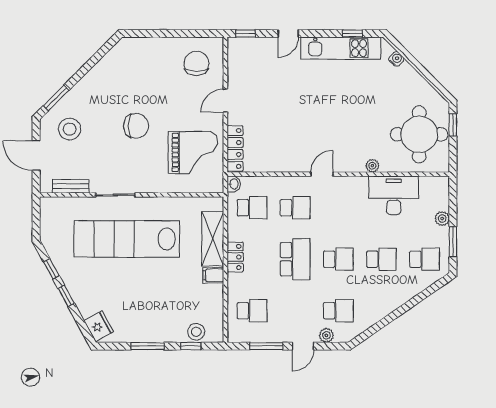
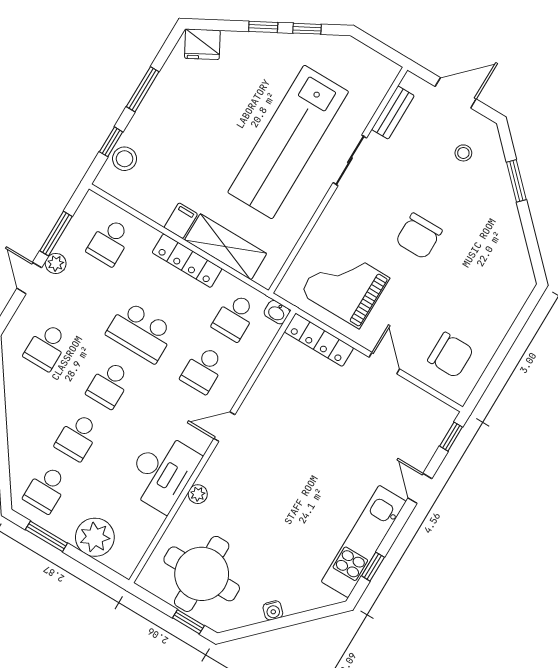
water cooler: (396, 59) -> (273, 610), moved
window: (56, 98) -> (516, 181), moved
stool: (70, 129) -> (463, 153), width x0.53, depth x0.53
grand piano: (193, 153) -> (345, 286), turned 90
door: (322, 174) -> (224, 427), swing flipped
desk: (394, 195) -> (162, 472), moved
plant: (442, 219) -> (95, 537), width x1.87, depth x1.87
lab bench: (127, 239) -> (288, 142), turned 180
locker: (235, 257) -> (187, 261), width x1.53
plant: (326, 335) -> (56, 263), moved

